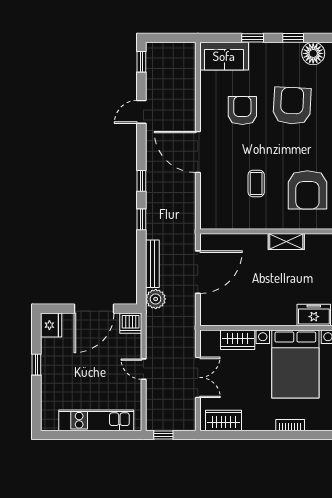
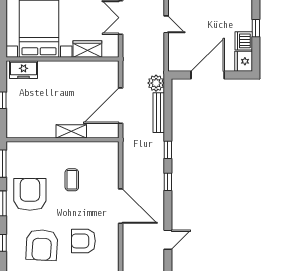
armchair: (242, 110) -> (83, 241), turned 90
armchair: (307, 190) -> (30, 194), moved
shelving: (286, 241) -> (71, 131), moved
dishwasher: (131, 323) -> (244, 41), moved, turned -90

